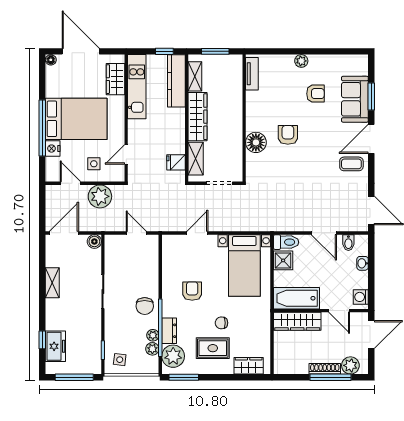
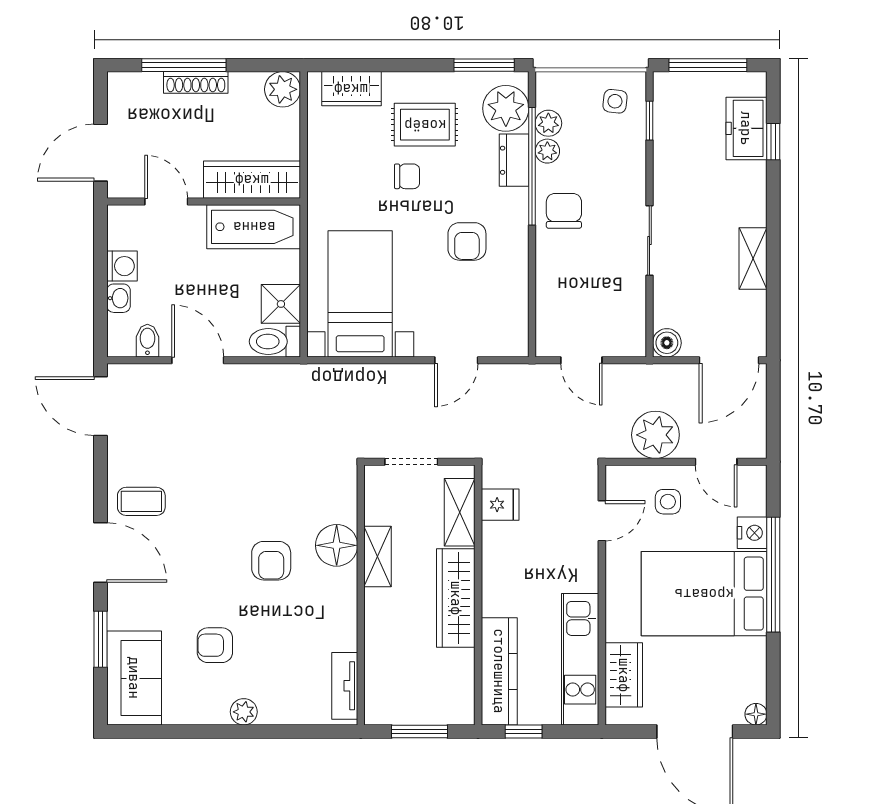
shelving: (195, 76) -> (378, 557), moved
sofa: (355, 99) -> (134, 678), moved
door: (371, 139) -> (101, 553), hinge flipped
washing machine: (361, 297) -> (122, 266), moved
plant: (350, 365) -> (283, 89), moved

